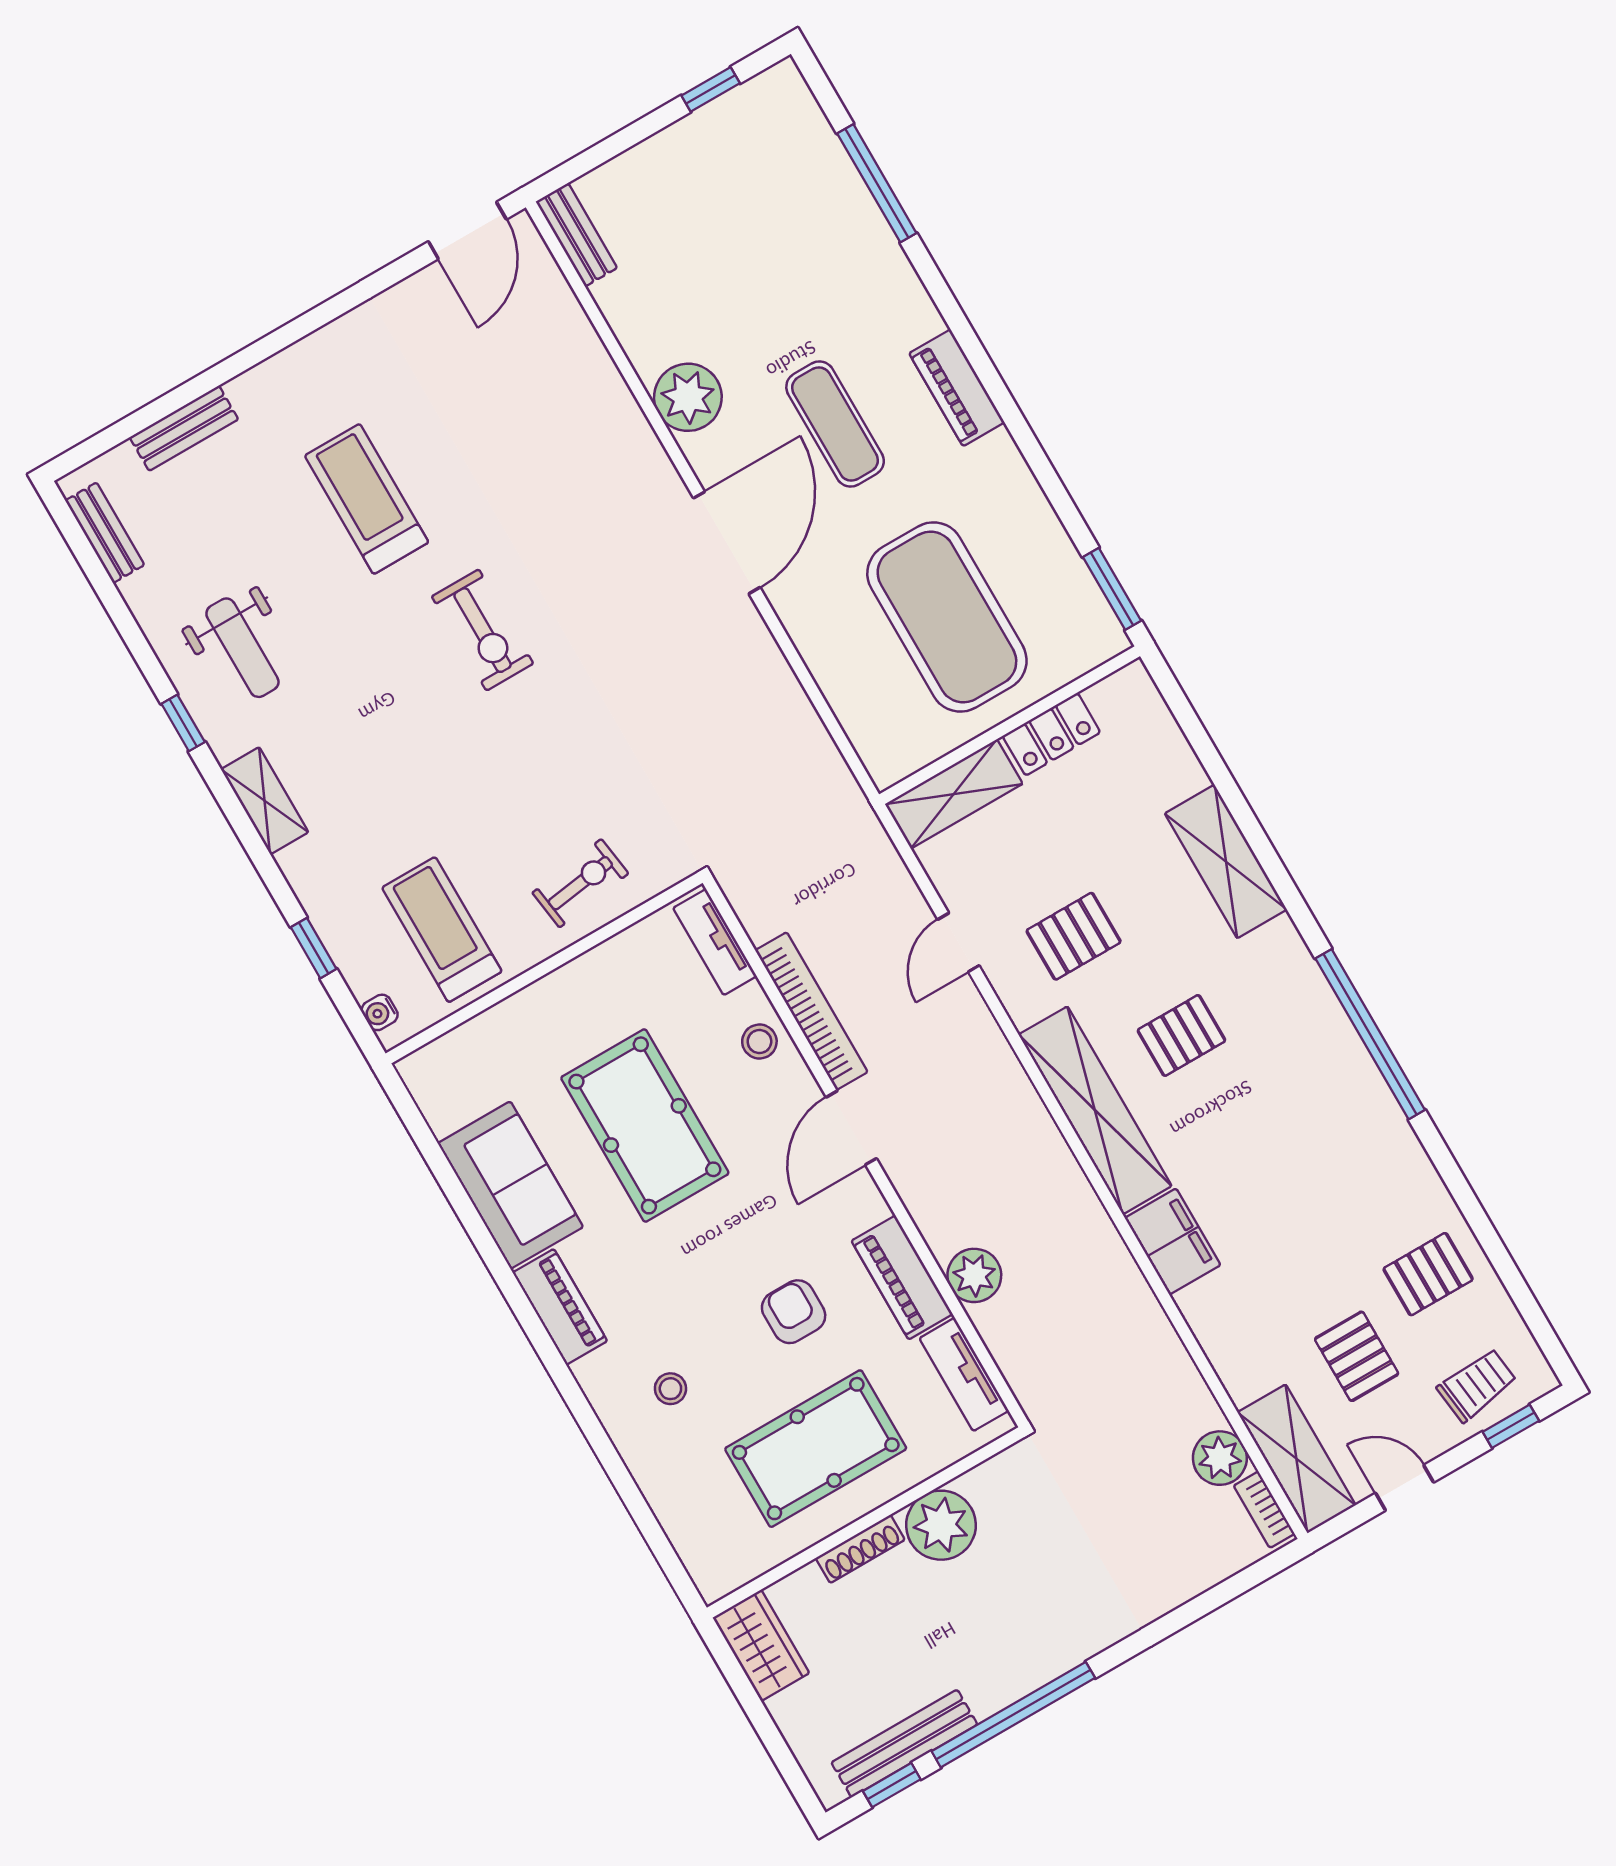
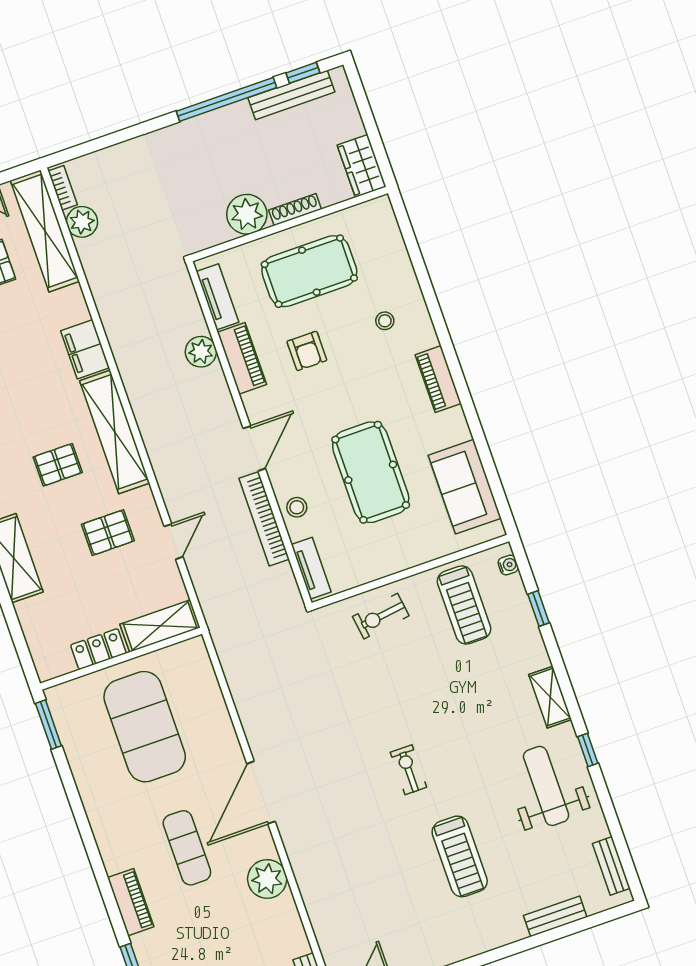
piano: (957, 388) -> (131, 902), moved
exercise bike: (483, 630) -> (408, 770), width x0.73, depth x0.72
weight bench: (242, 648) -> (546, 786), width x1.36, depth x1.33
sofa: (510, 1185) -> (465, 487), moved
shelving: (1297, 1459) -> (45, 231), width x1.47

